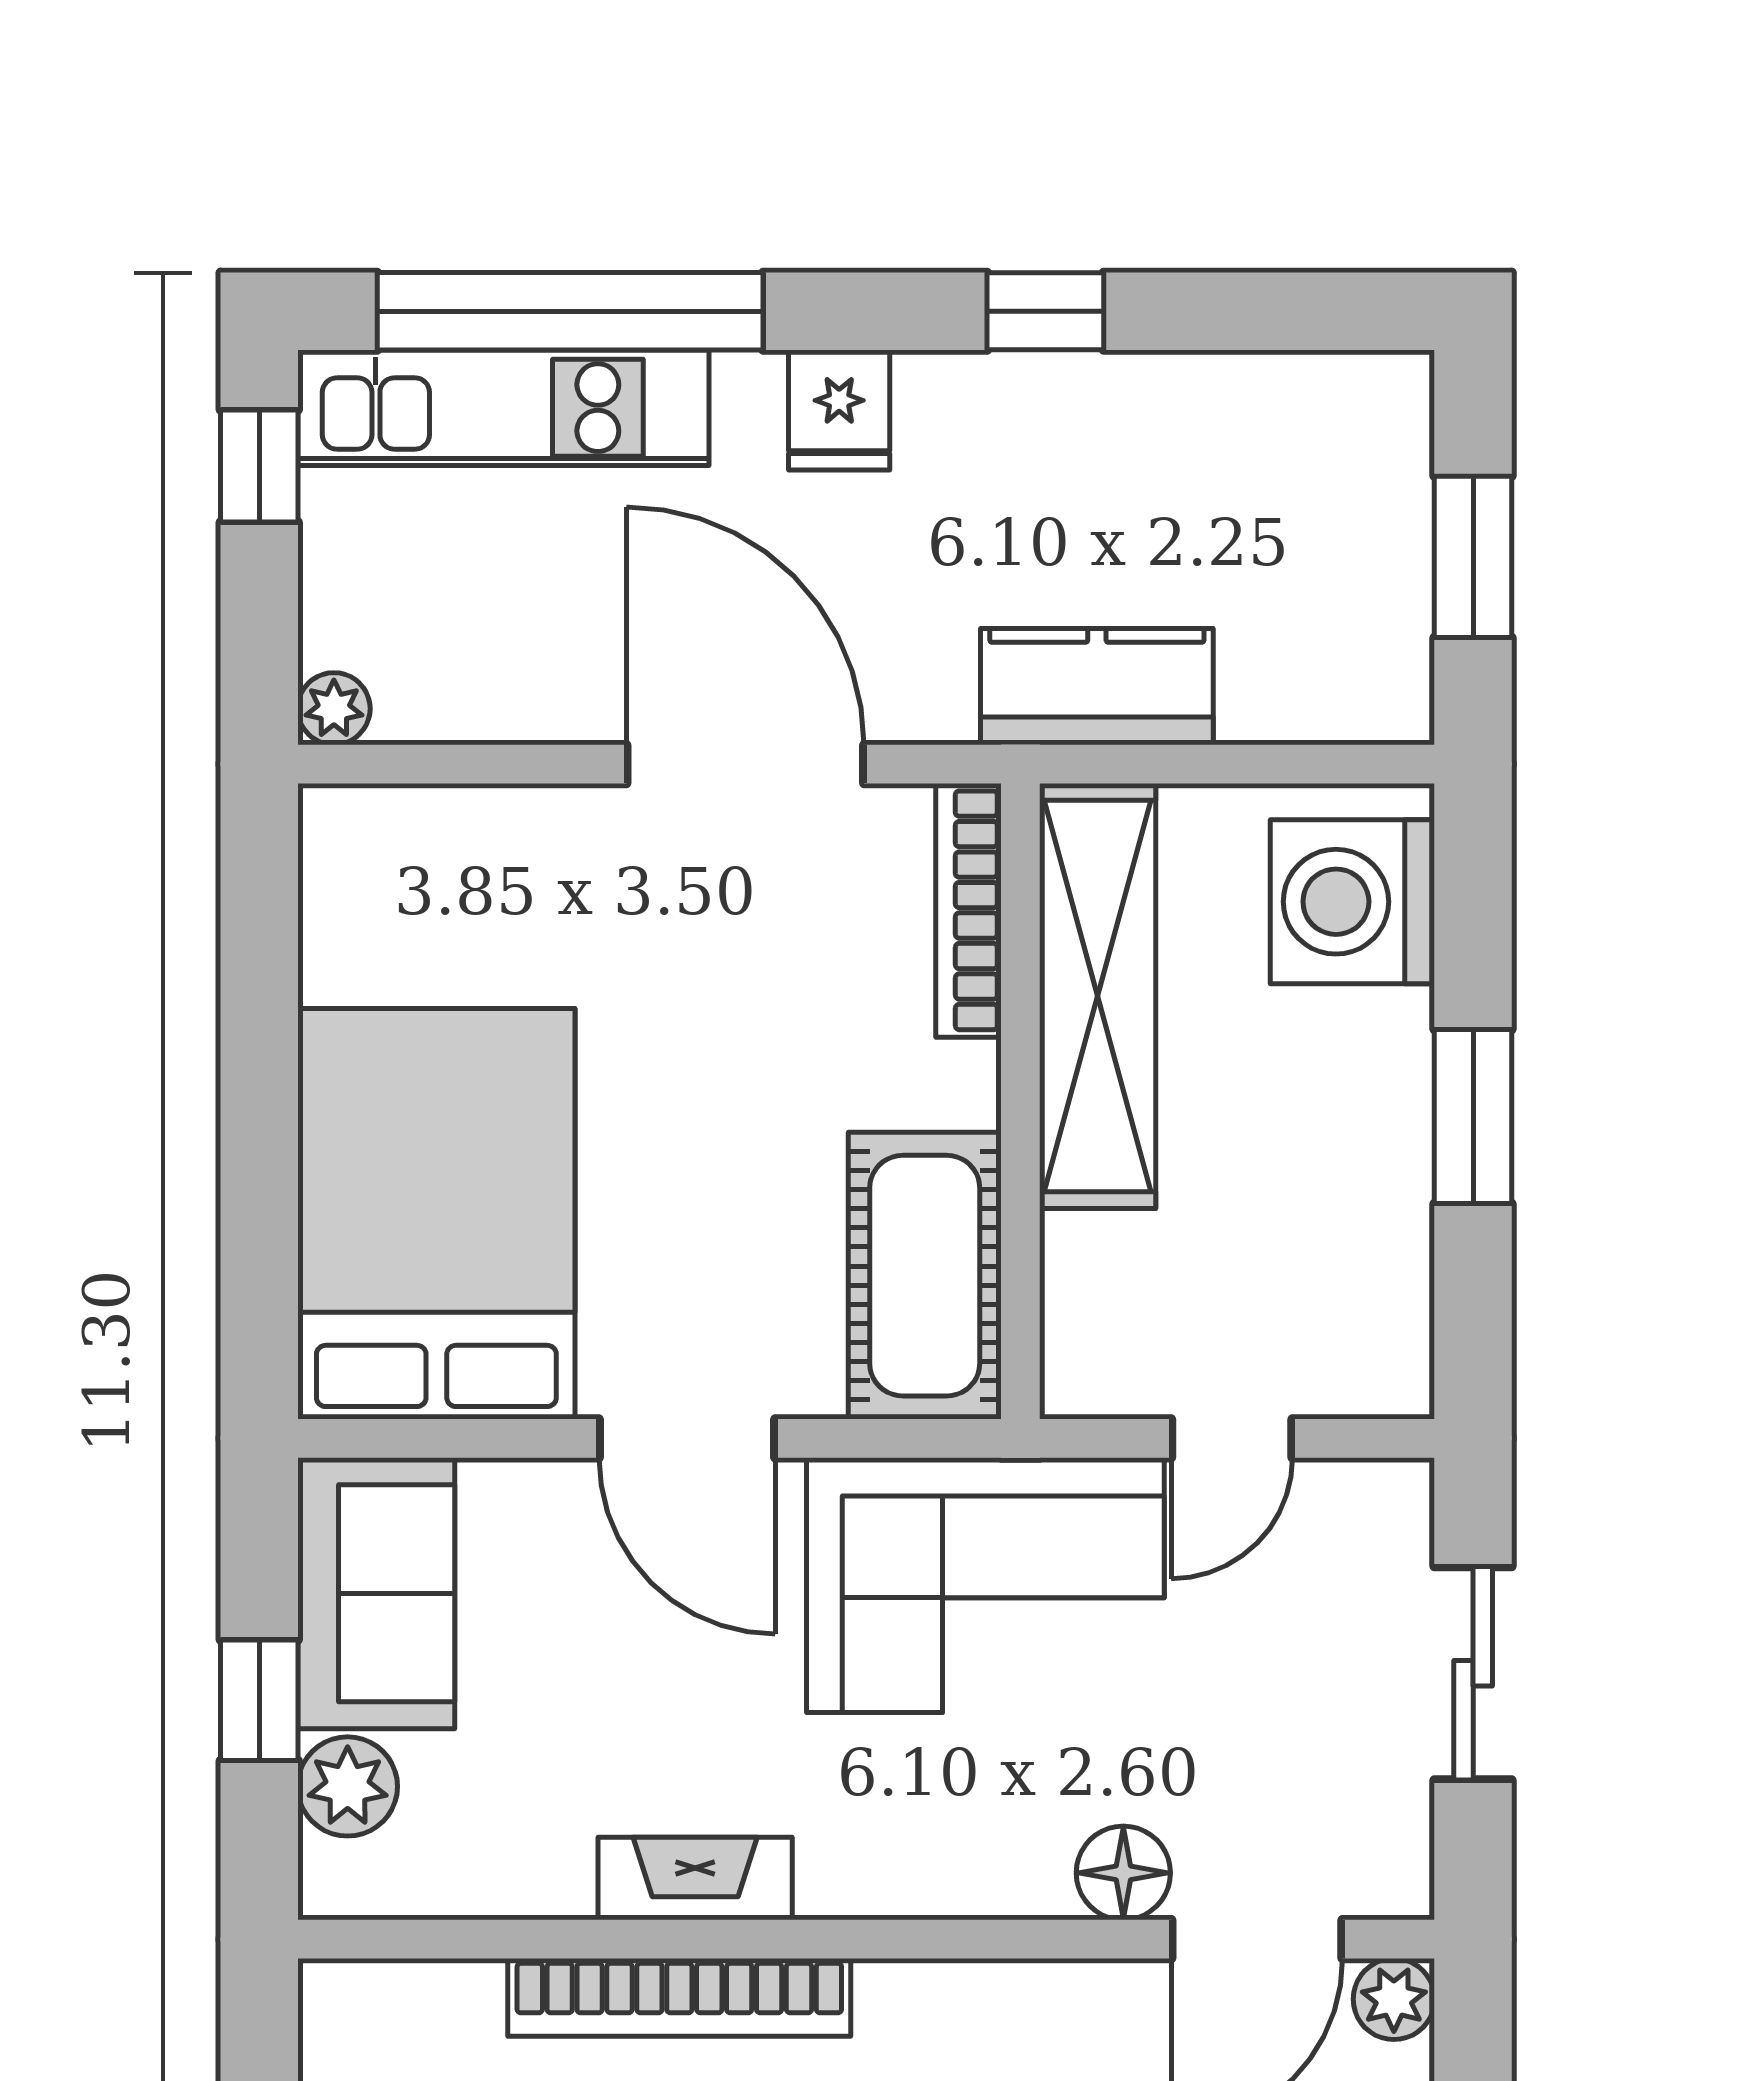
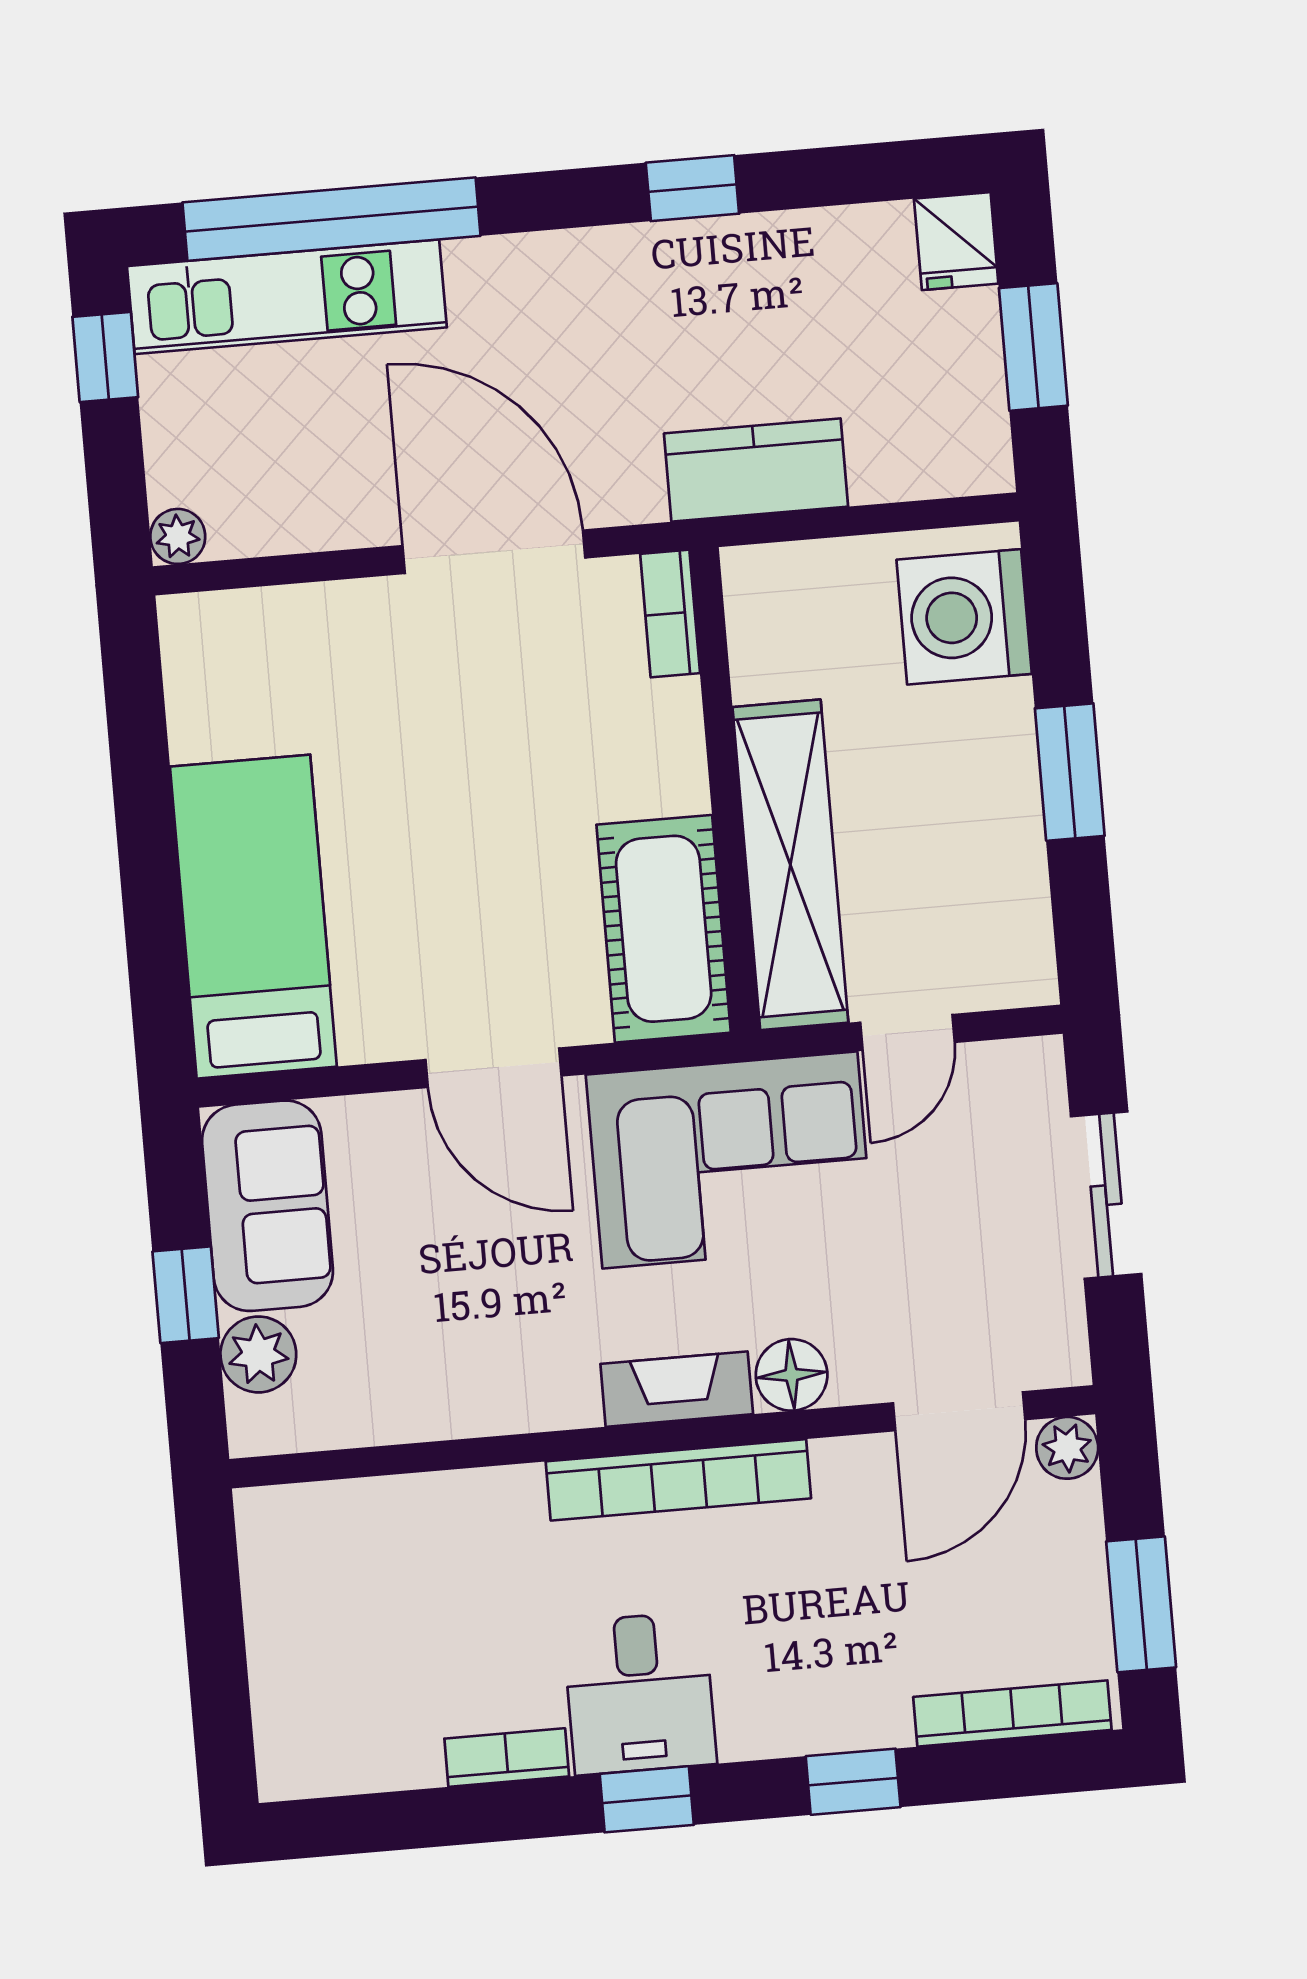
fridge: (839, 410) -> (956, 241), moved
bookcase: (968, 910) -> (670, 614), width x0.64
shelving: (1098, 996) -> (790, 865), moved
bed: (436, 1214) -> (253, 917), width x0.67
floor lamp: (1123, 1873) -> (792, 1375), moved
fireplace: (695, 1879) -> (677, 1389), moved
bookcase: (679, 1997) -> (678, 1480), moved

